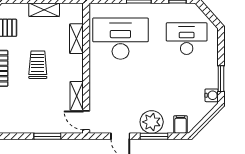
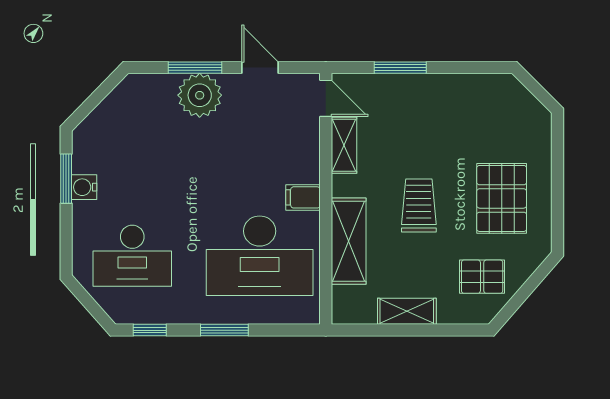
shelving: (76, 39) -> (349, 241), width x1.50, depth x1.33
trolley: (38, 65) -> (419, 205), turned 180
water cooler: (212, 95) -> (84, 187), moved
filing cabinet: (180, 124) -> (303, 197), moved, turned 90

